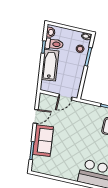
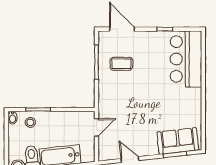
door: (65, 97) -> (97, 127), hinge flipped
sofa: (43, 141) -> (178, 141), moved

